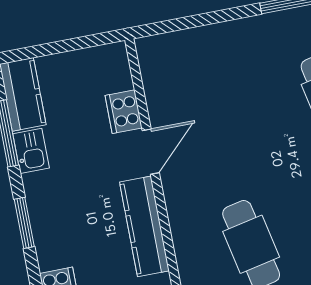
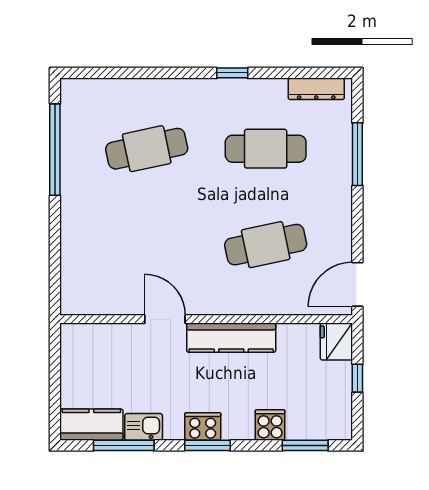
cooker: (124, 112) -> (203, 427), moved, turned 180

